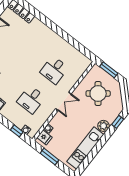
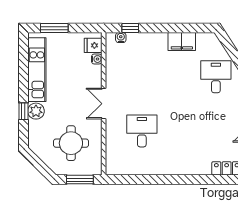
round table: (98, 94) -> (71, 143), turned 38
desk: (31, 100) -> (142, 77), removed
window: (118, 122) -> (23, 111), moved
window: (49, 157) -> (54, 28), moved

